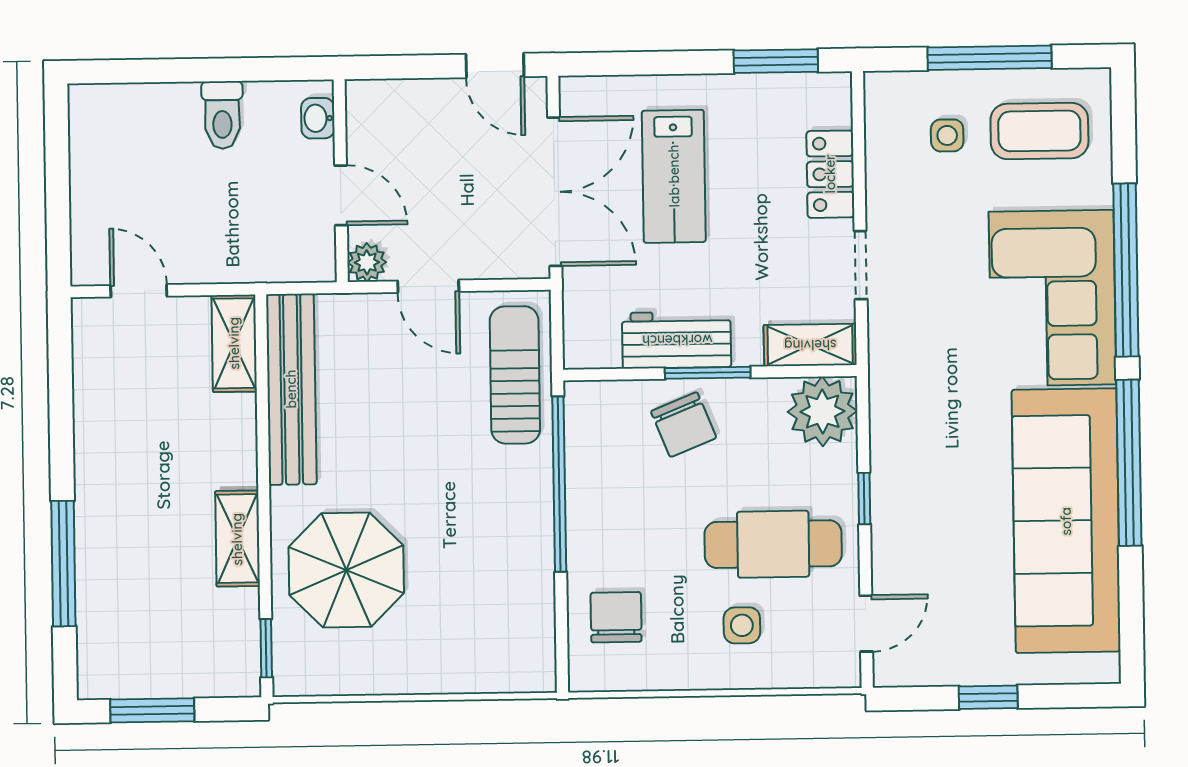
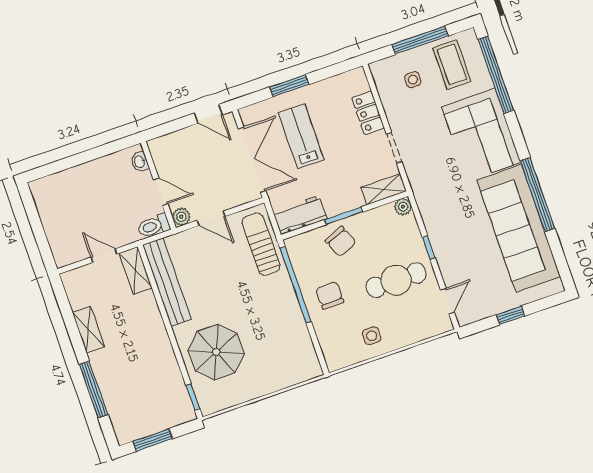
window: (776, 61) -> (289, 86), moved
toilet: (222, 115) -> (154, 226), moved, turned 90
coffee table: (1039, 131) -> (452, 65), turned 90
lab bench: (674, 176) -> (301, 136), turned 180
window: (1126, 270) -> (496, 75), moved
door: (139, 291) -> (104, 256), moved
workbench: (677, 340) -> (300, 215), moved
plant: (822, 411) -> (403, 207), width x0.53, depth x0.53
shelving: (237, 539) -> (88, 330), moved
chair: (616, 617) -> (330, 295), moved
side table: (742, 625) -> (372, 336), moved

